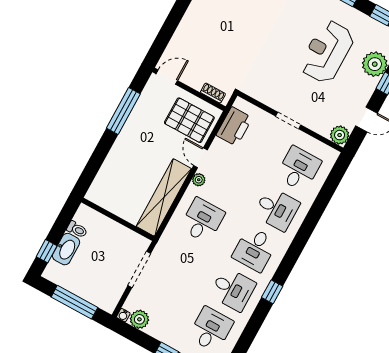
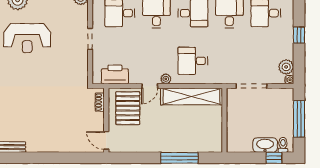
window: (123, 111) -> (179, 158), moved
toilet: (77, 229) -> (283, 145), moved

